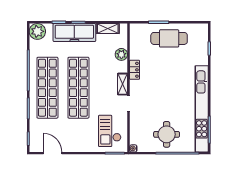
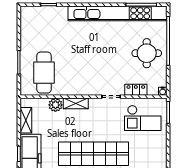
cafe table: (169, 38) -> (44, 73), moved
locker: (135, 70) -> (136, 90), moved
shelving: (123, 84) -> (76, 103), moved

